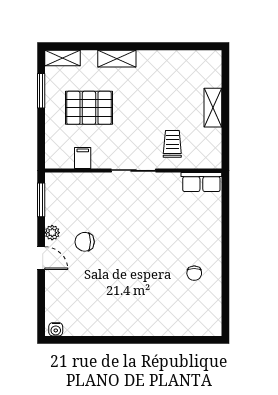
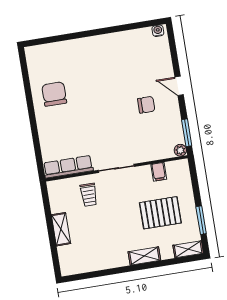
row of seats: (201, 182) -> (68, 167), width x1.48
plant: (52, 233) -> (180, 150), moved
chair: (194, 273) -> (54, 94), width x1.87, depth x1.87

